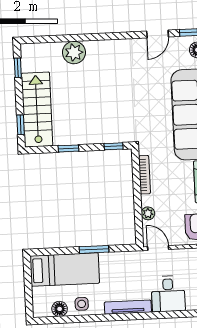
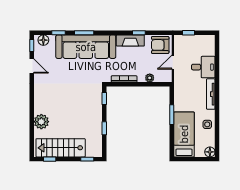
stairs: (37, 110) -> (61, 148), moved
door: (158, 248) -> (173, 62), moved
floor lamp: (60, 309) -> (210, 152), moved

